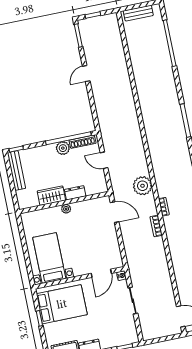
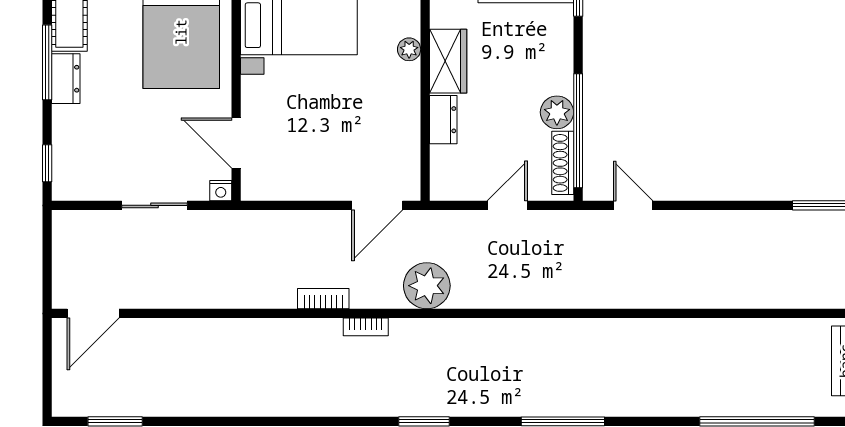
door: (86, 74) -> (633, 205), moved
plant: (66, 209) -> (409, 49), moved

